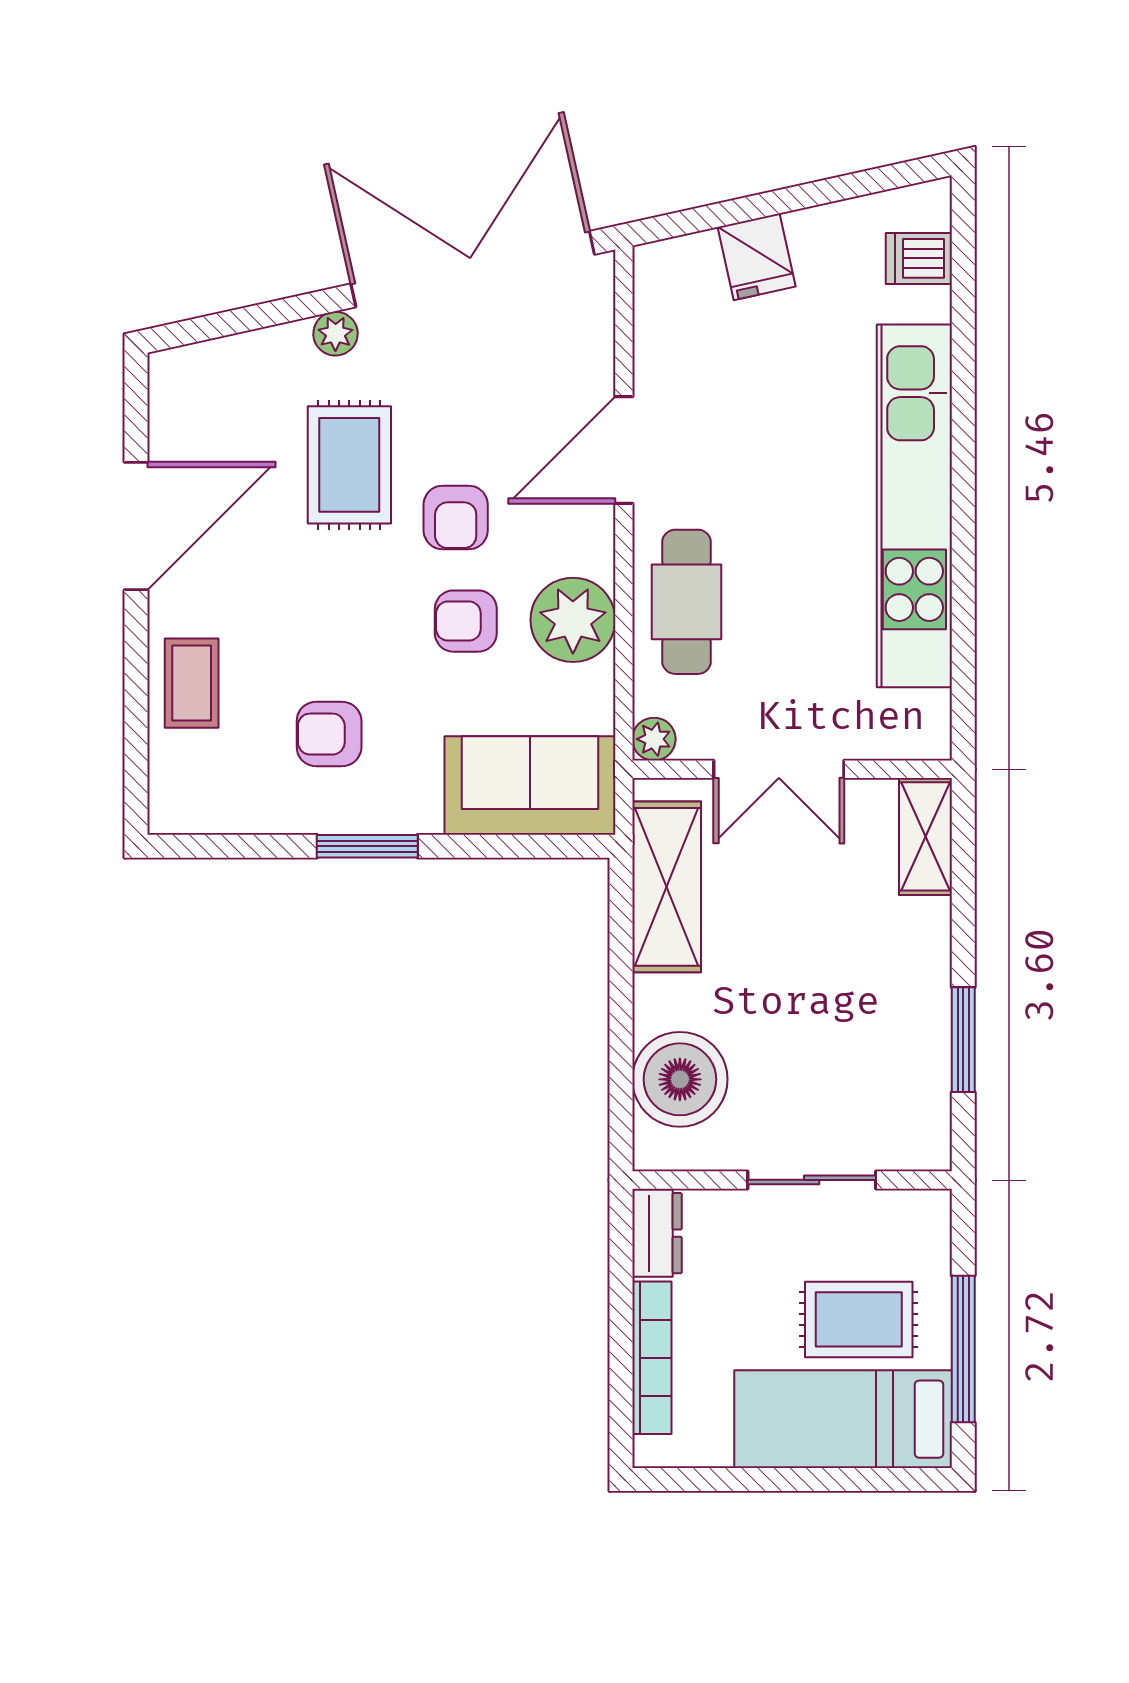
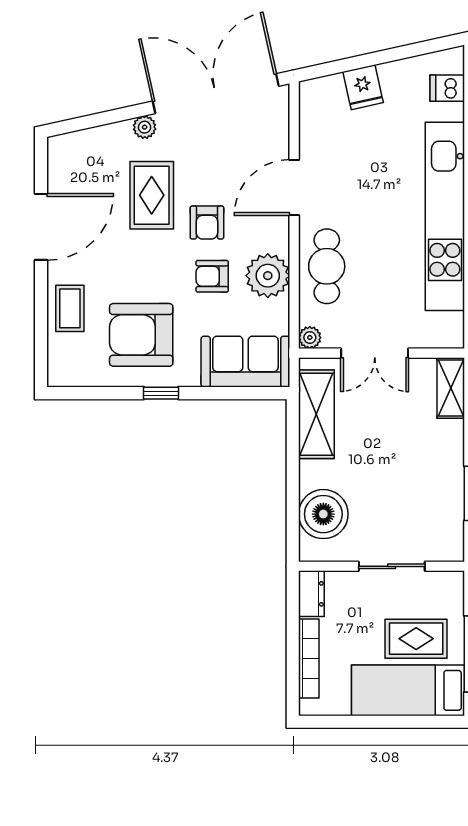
armchair: (329, 734) -> (141, 335), width x1.88, depth x1.88
window: (367, 846) -> (161, 393), width x0.67

